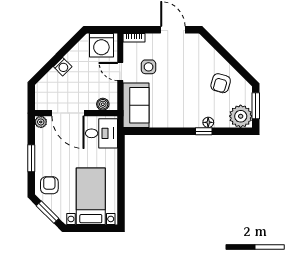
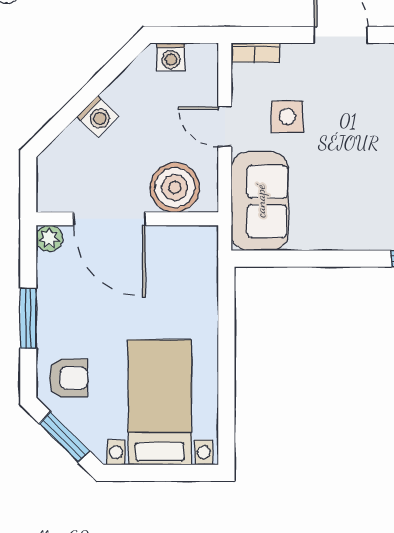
washing machine: (101, 45) -> (171, 57), width x0.53, depth x0.53
boiler: (103, 104) -> (175, 188), width x1.86, depth x1.86
desk: (101, 133) -> (183, 263), removed
armchair: (49, 185) -> (68, 378), turned 90

